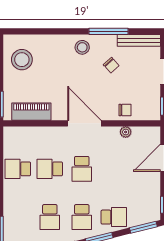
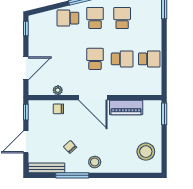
piano: (31, 112) -> (126, 107), moved
window: (143, 227) -> (43, 9), removed

